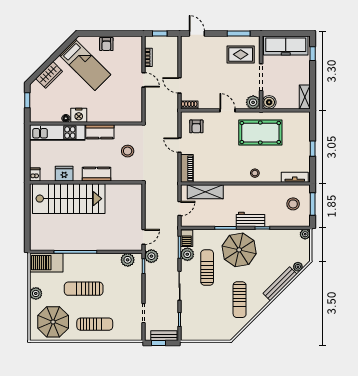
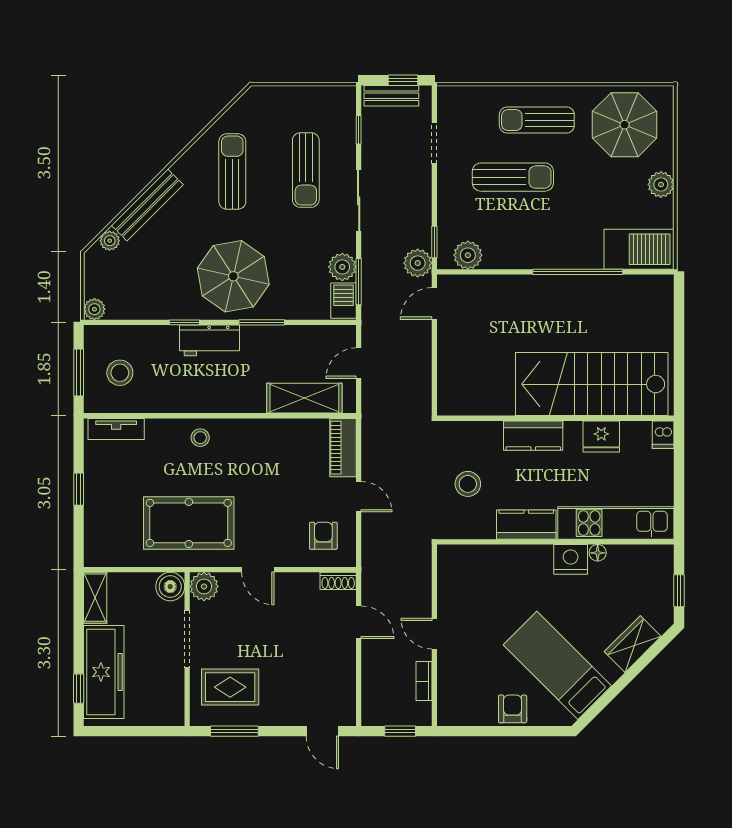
freezer: (286, 45) -> (104, 672), moved, turned 90
sun lounger: (207, 268) -> (306, 170), moved
sun lounger: (84, 289) -> (513, 177), moved

